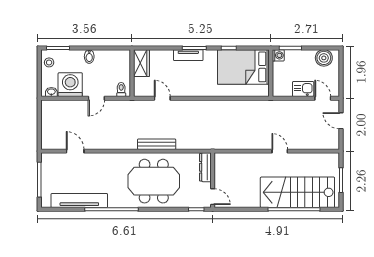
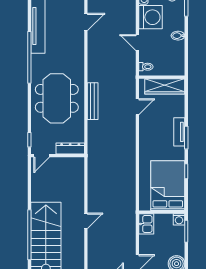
wardrobe: (141, 63) -> (165, 86), width x1.50
kitchen sink: (303, 89) -> (146, 224), moved

